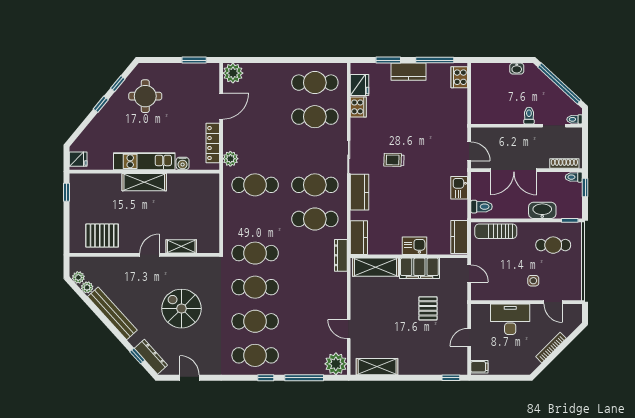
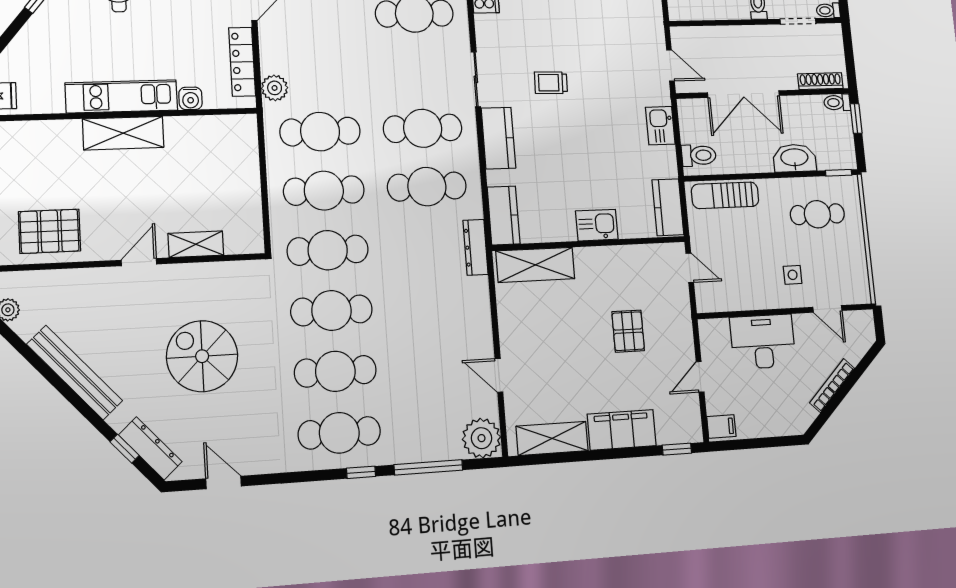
cafe table: (255, 219) -> (324, 191), added
filing cabinet: (419, 268) -> (622, 430), moved, turned 180
plant: (87, 287) -> (25, 327), removed

